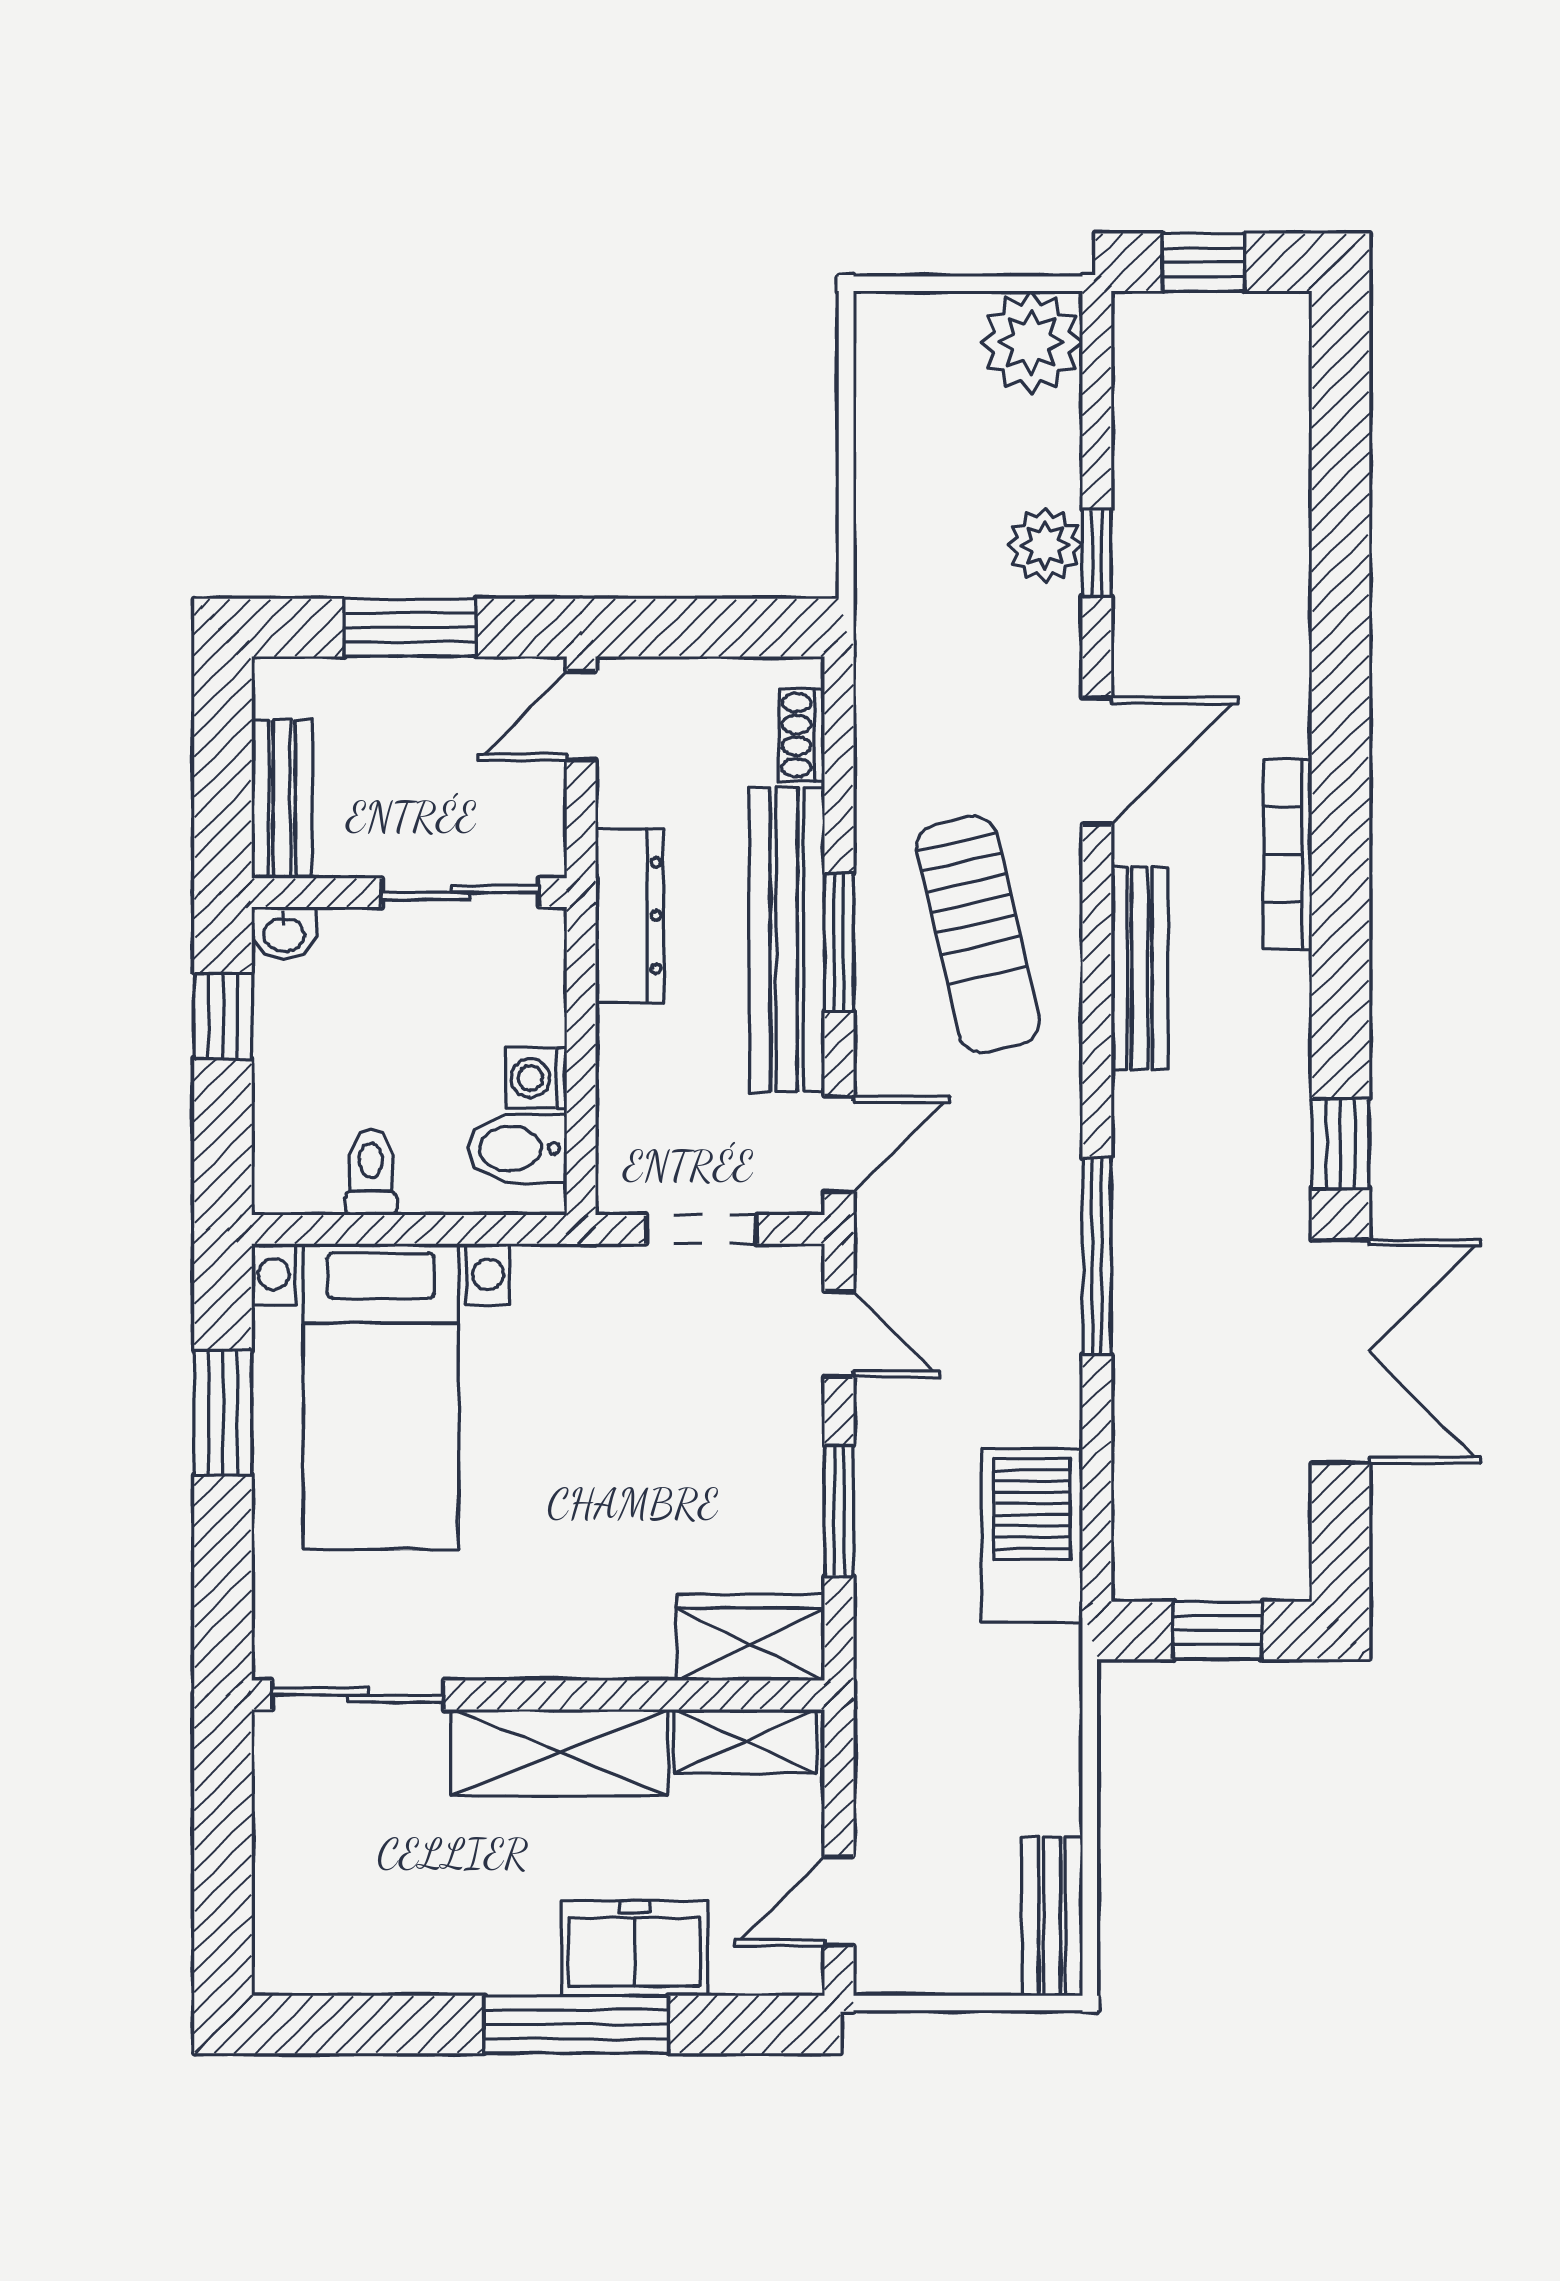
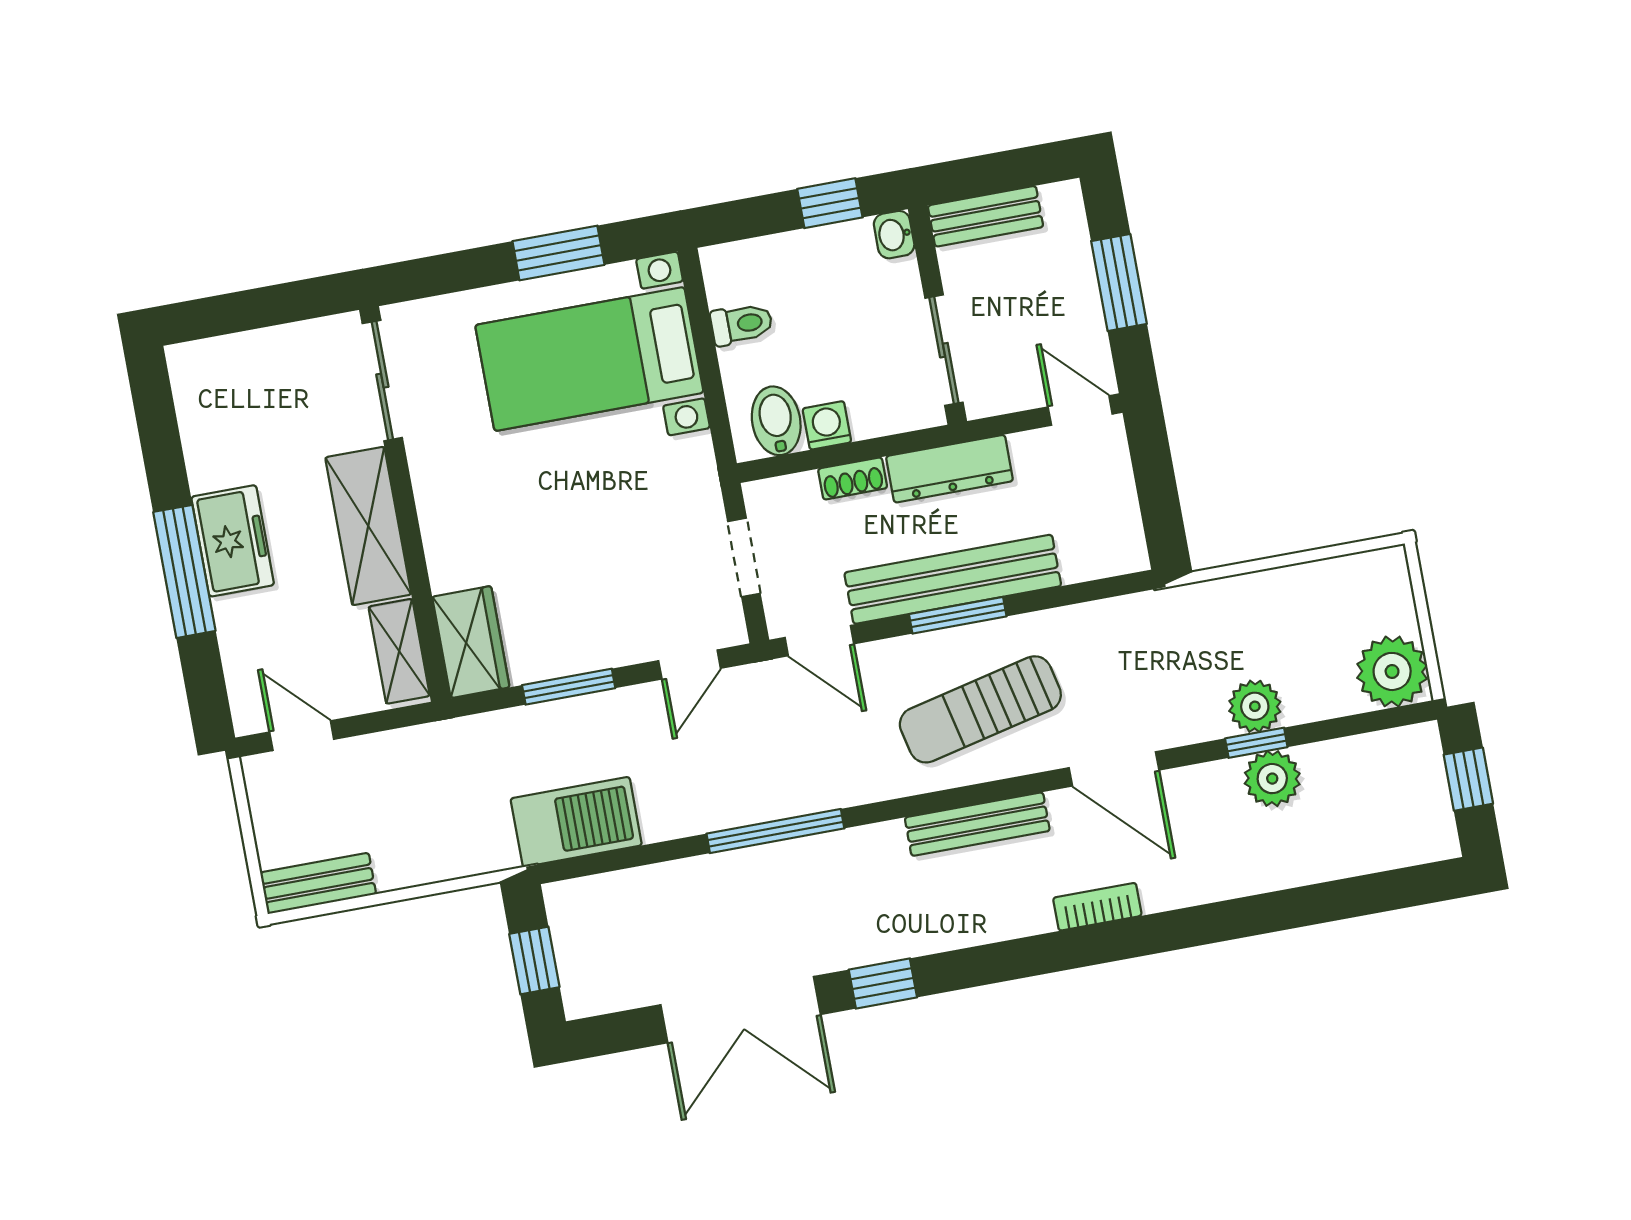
plant: (1152, 540) -> (1272, 779), added
shoe rack: (802, 735) -> (853, 478), moved, turned 180
bookcase: (1288, 854) -> (1097, 907), width x0.64
freezer: (634, 1948) -> (233, 541), moved

